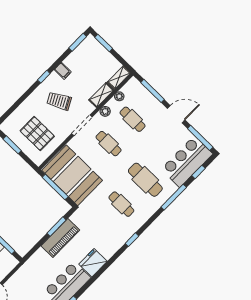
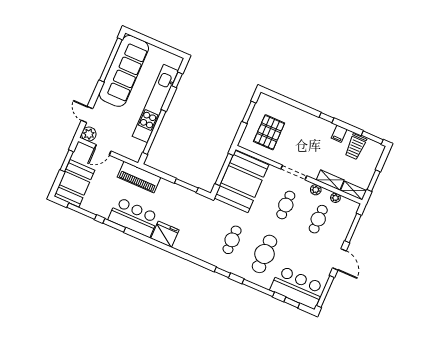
window: (104, 43) -> (374, 181), moved
trolley: (59, 101) -> (356, 147), moved, turned -152
piano: (60, 238) -> (139, 177), moved
window: (132, 240) -> (222, 272), moved

